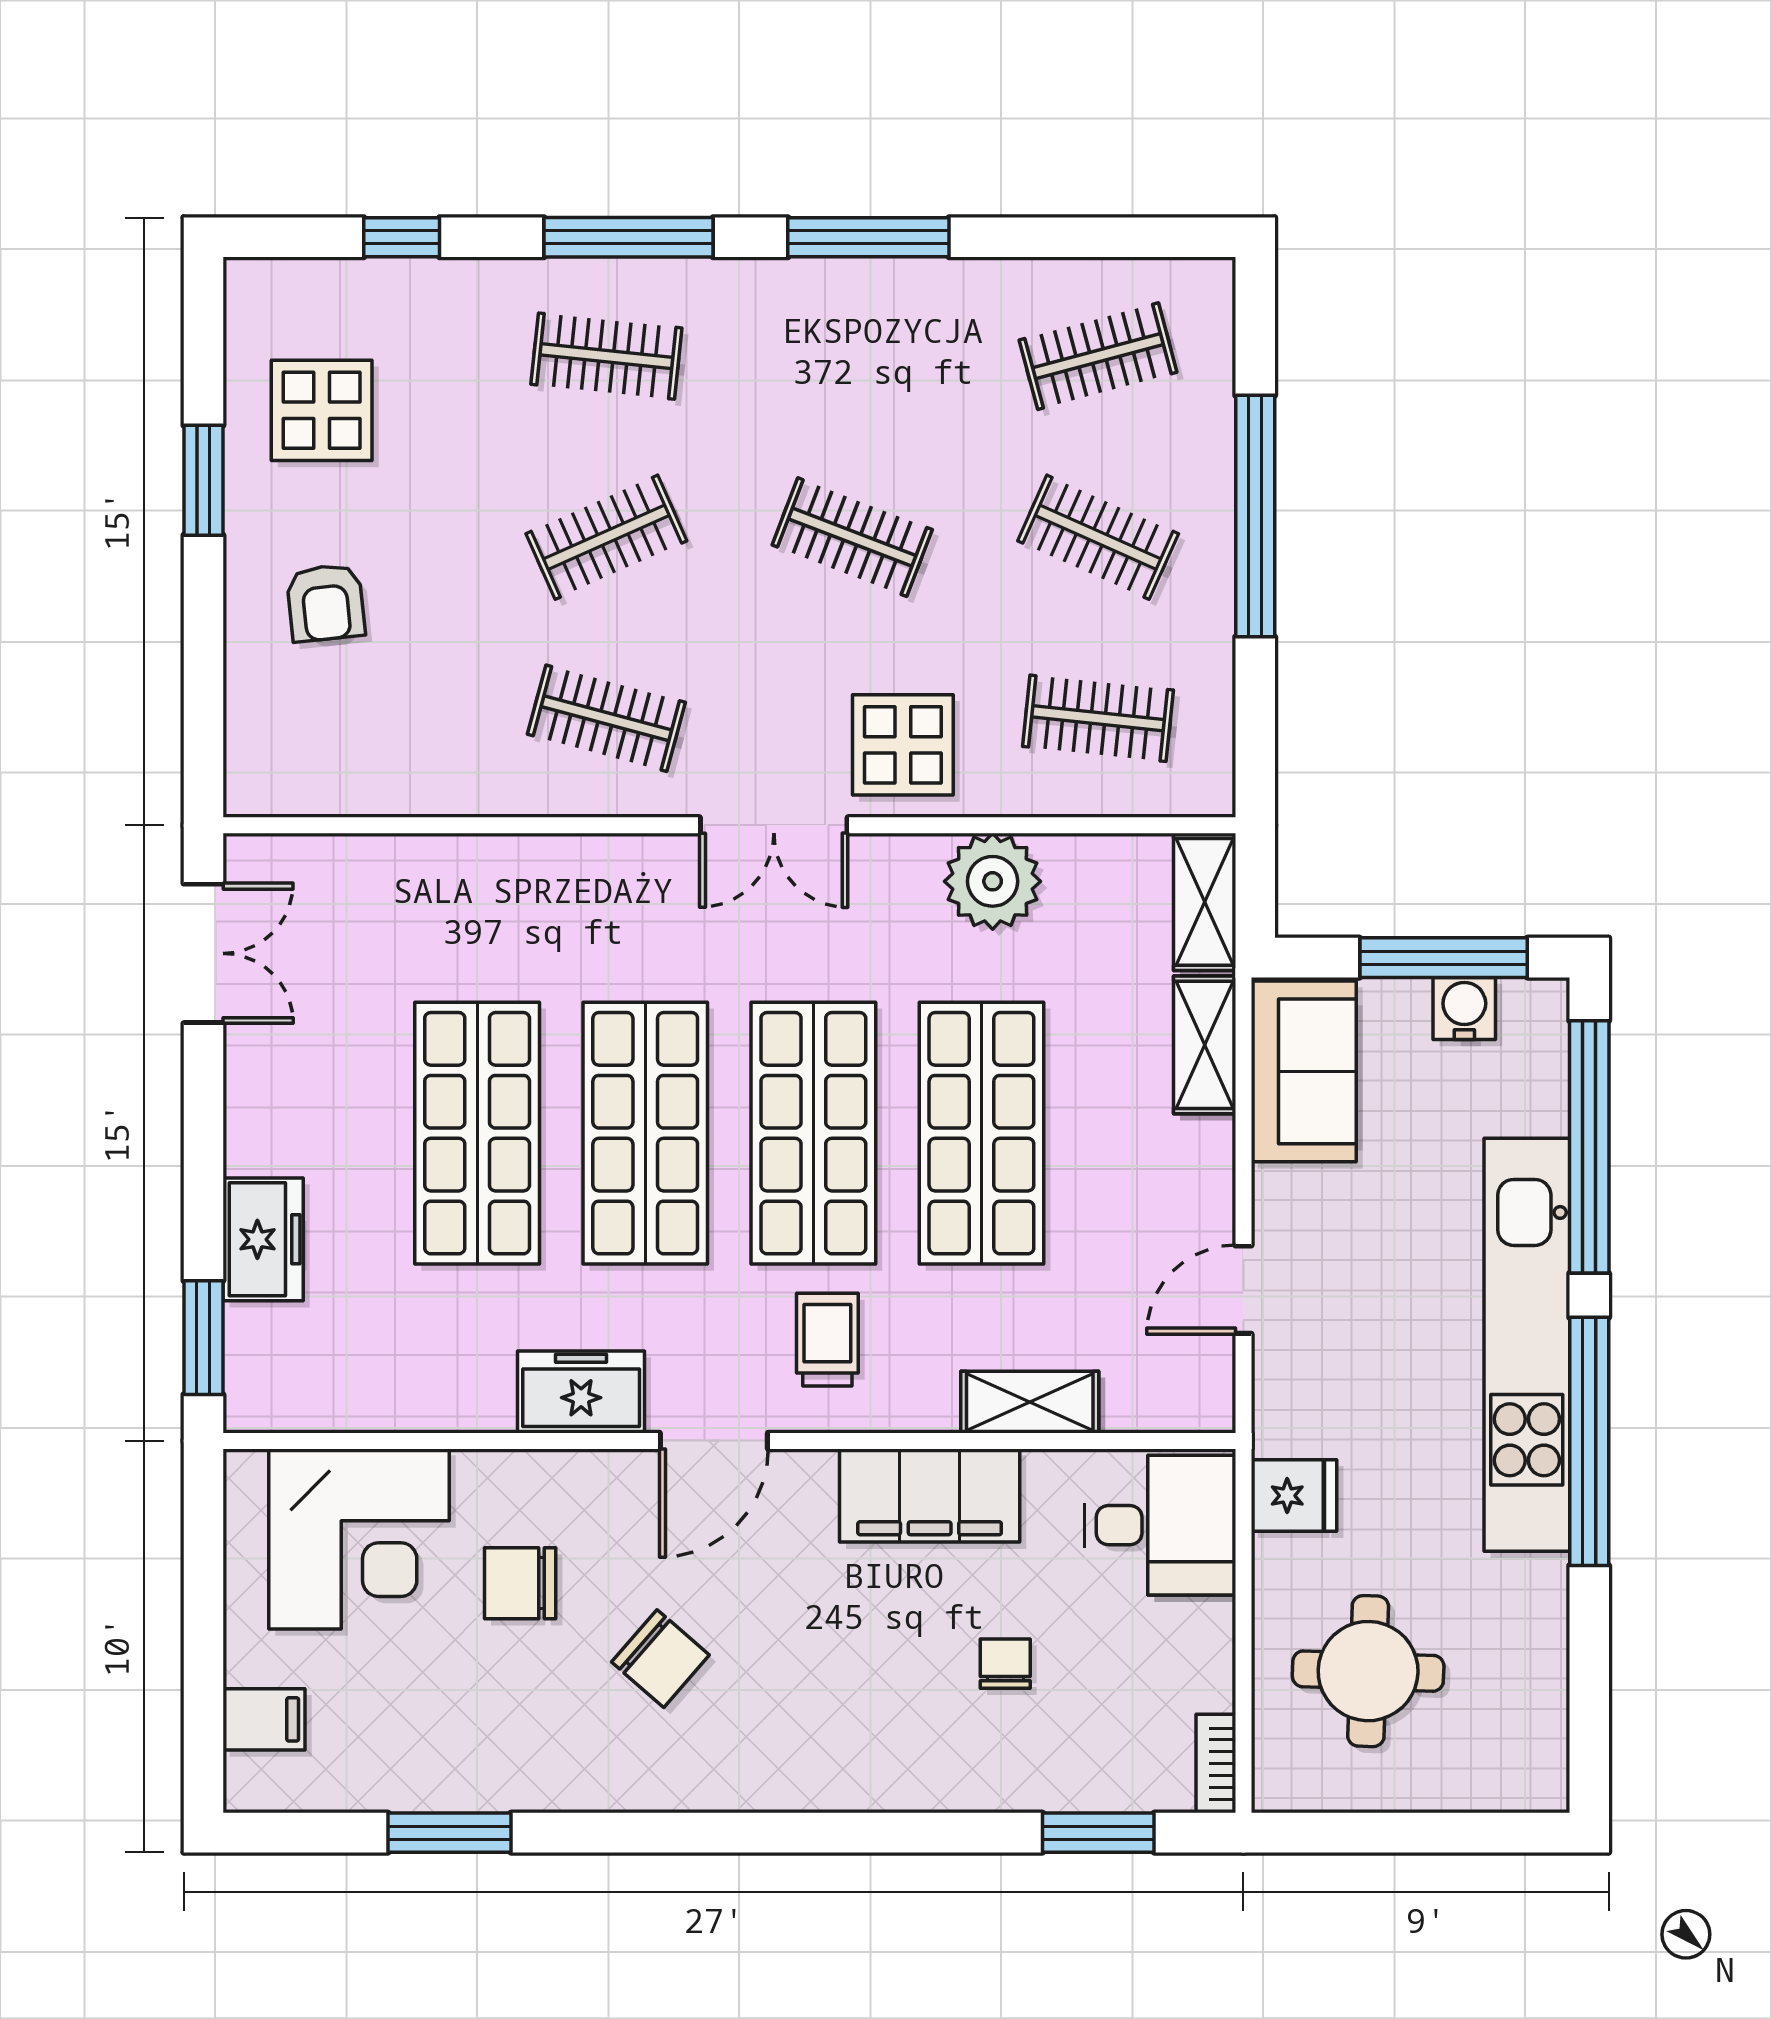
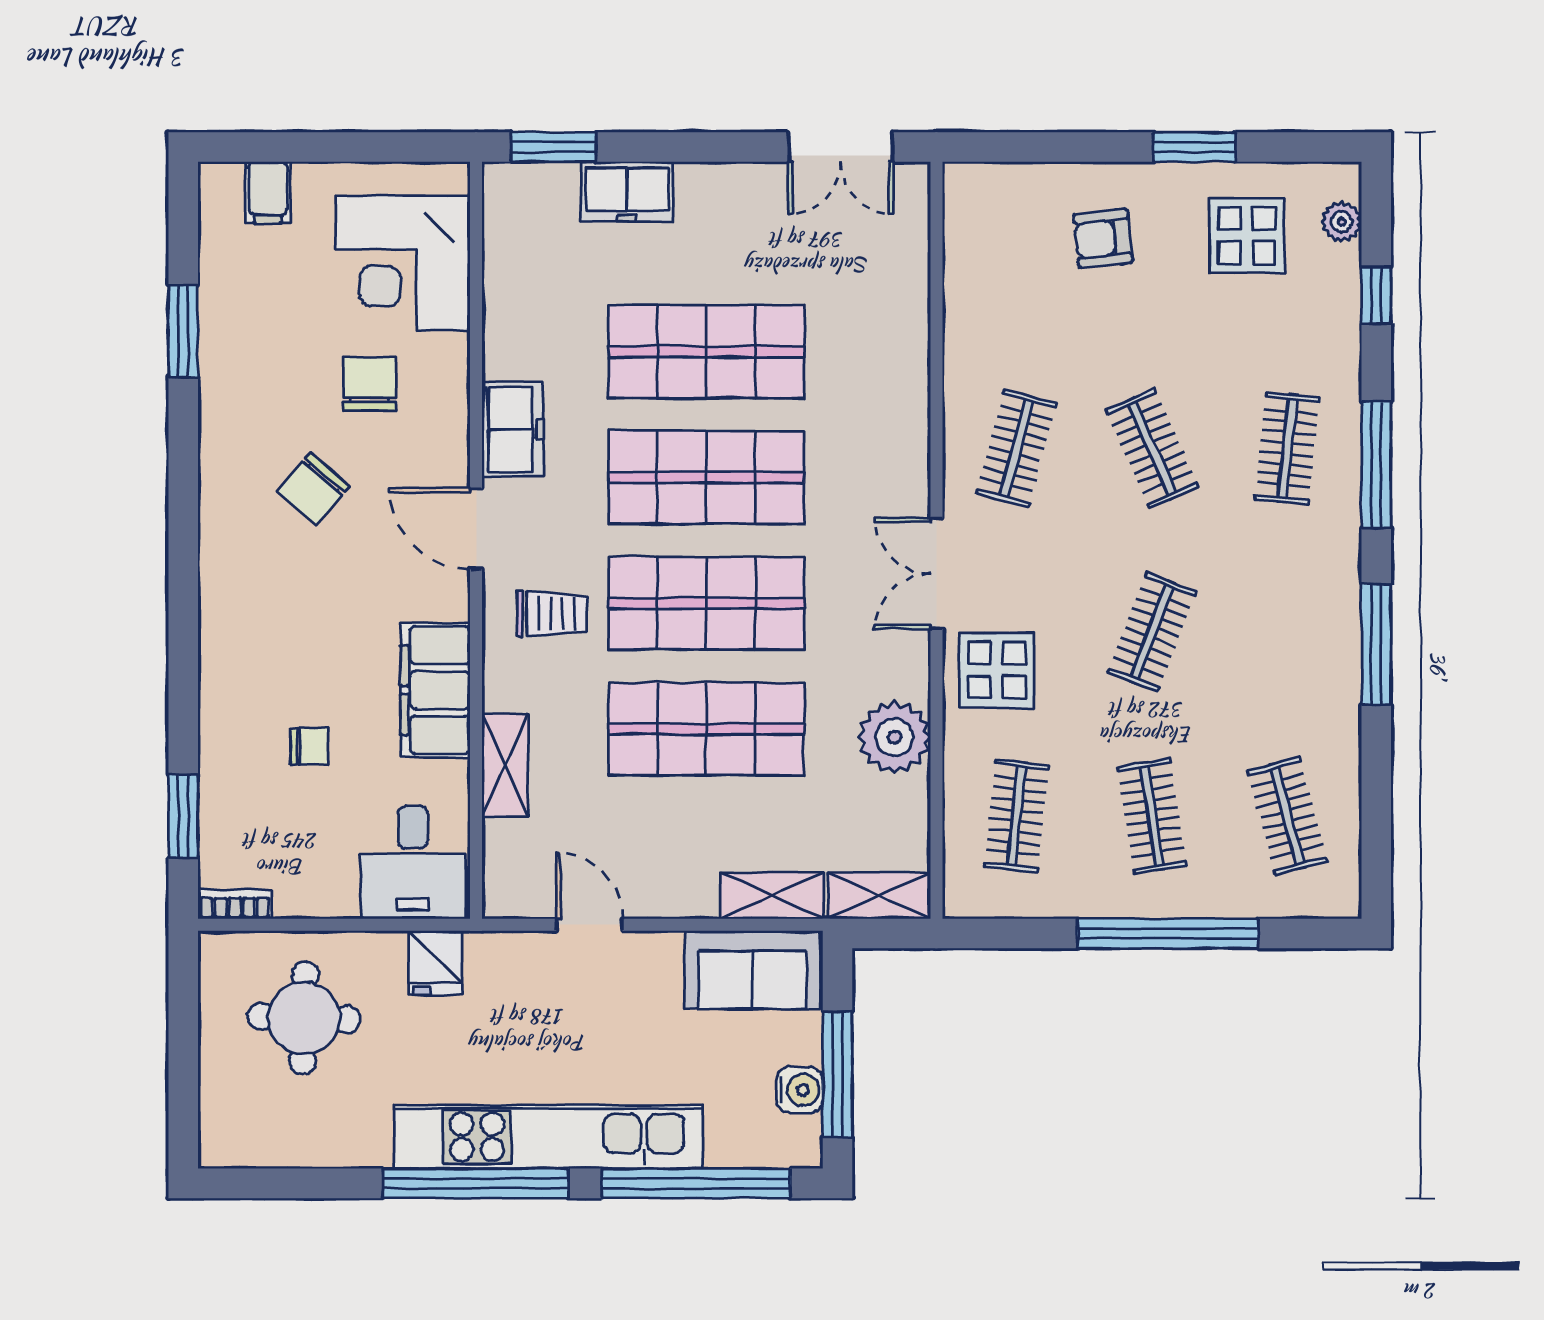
plant: (303, 284) -> (1341, 222), added
clothes rail: (1098, 537) -> (1152, 816), turned -33

